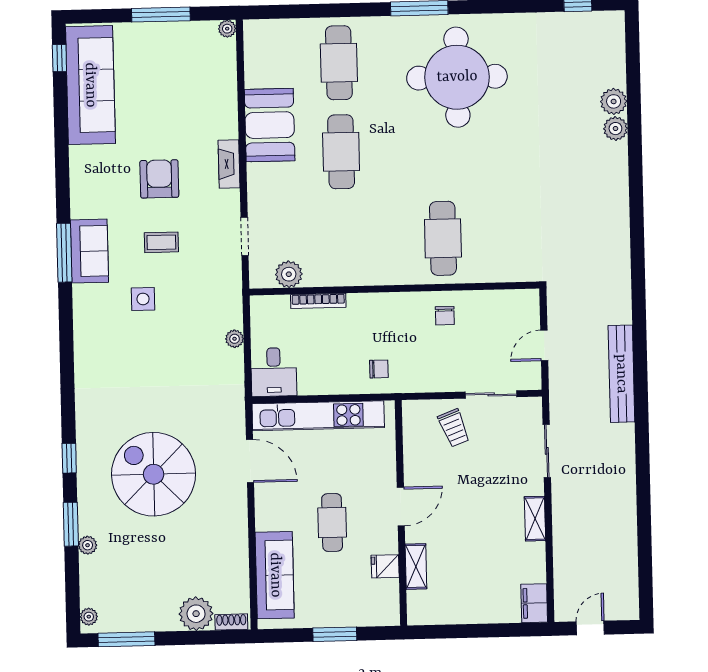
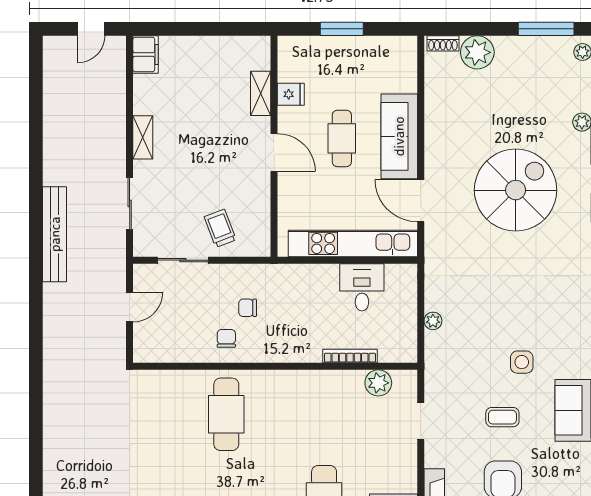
chair: (379, 369) -> (248, 308), moved
desk: (274, 372) -> (362, 287), moved
bench: (621, 374) -> (55, 234), moved
spiral stairs: (154, 474) -> (516, 190), turned -90
door: (401, 506) -> (274, 153), swing flipped
sofa: (275, 575) -> (399, 136), moved

